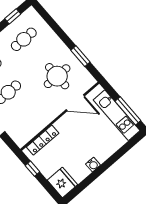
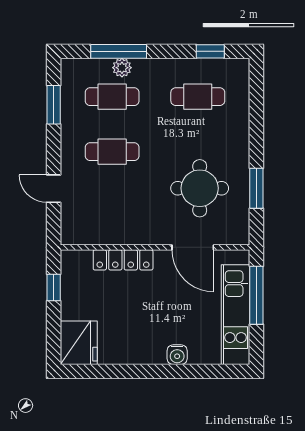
window: (128, 111) -> (256, 295), moved
locker: (43, 140) -> (123, 260), moved
water cooler: (93, 165) -> (177, 355), moved

